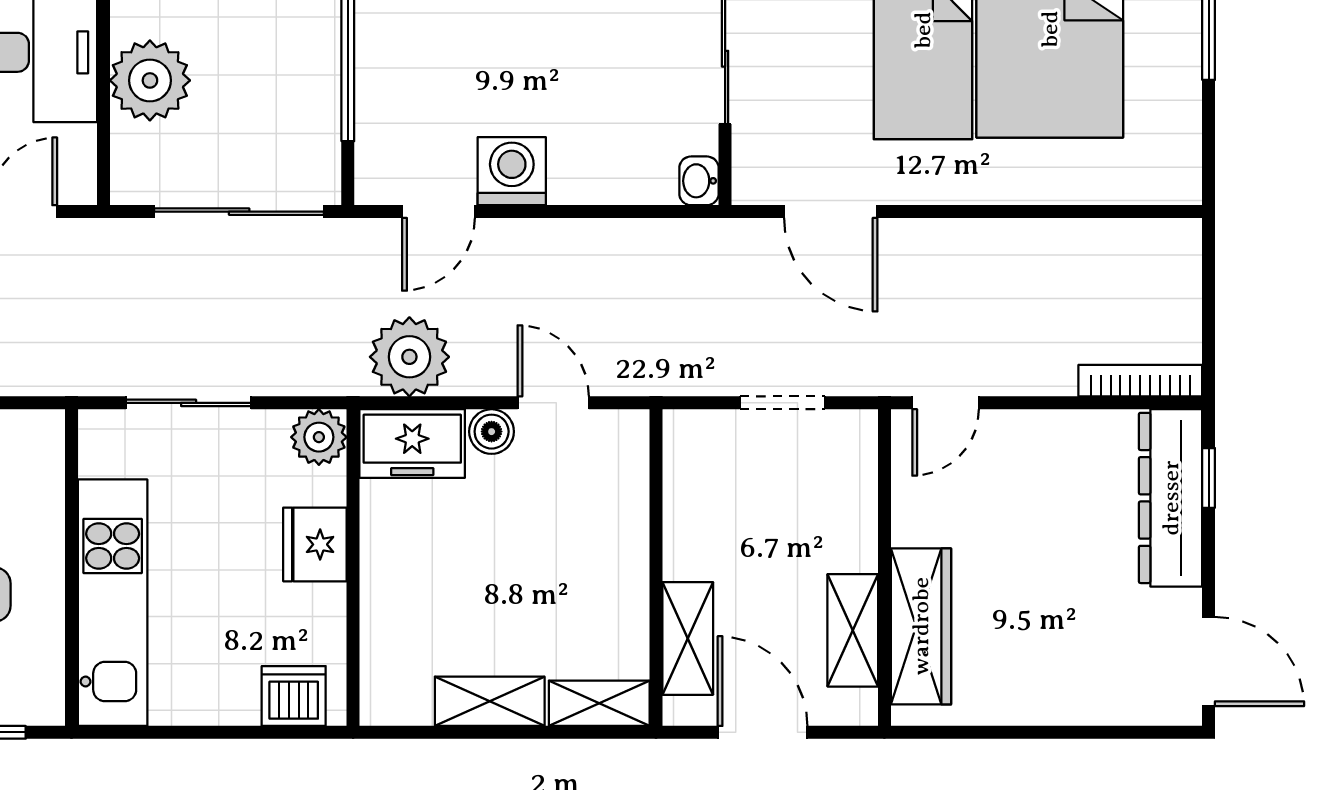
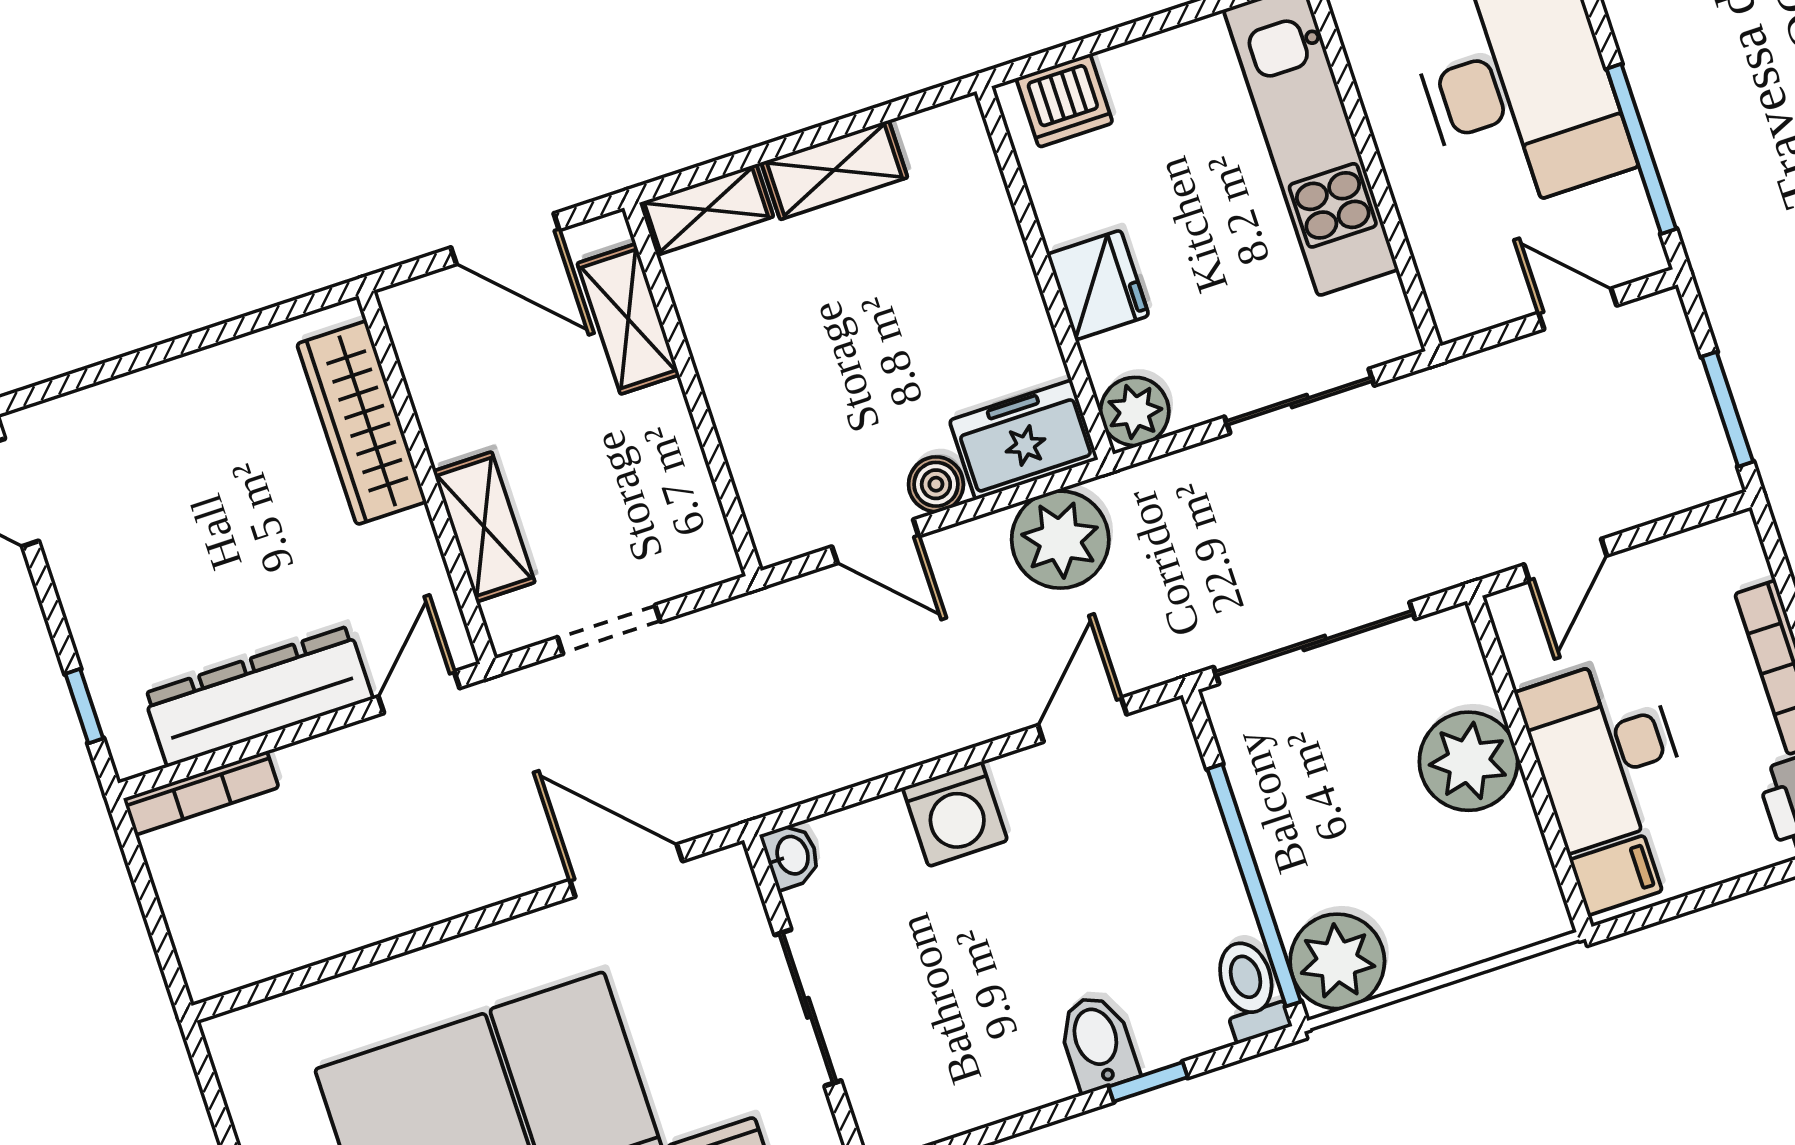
washing machine: (512, 171) -> (955, 814), moved
dresser: (1171, 498) -> (258, 696), moved, turned -90
shelving: (853, 630) -> (484, 527), moved

